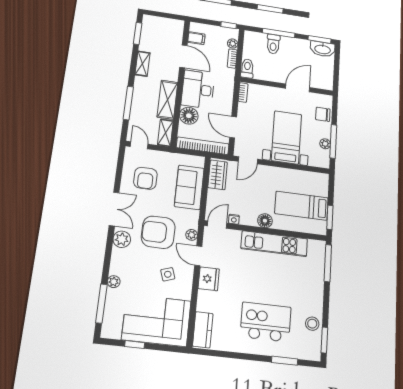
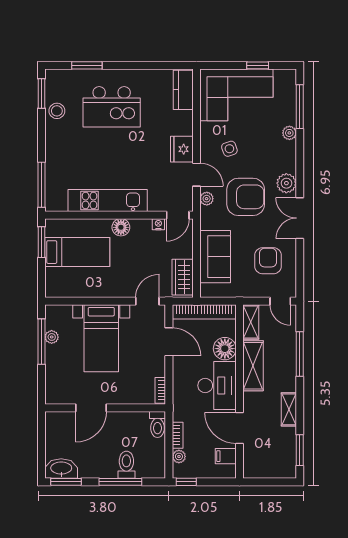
chair: (323, 114) -> (57, 377), removed

